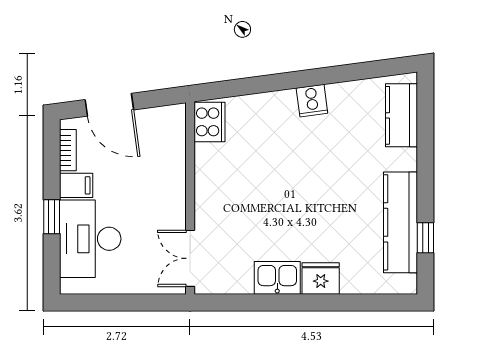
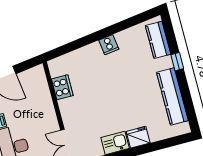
cooker: (209, 122) -> (62, 87), moved
window: (425, 238) -> (177, 62), moved

